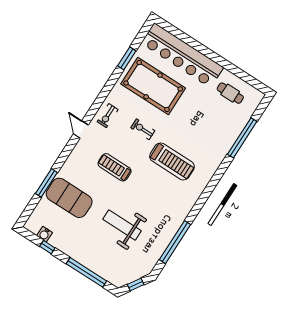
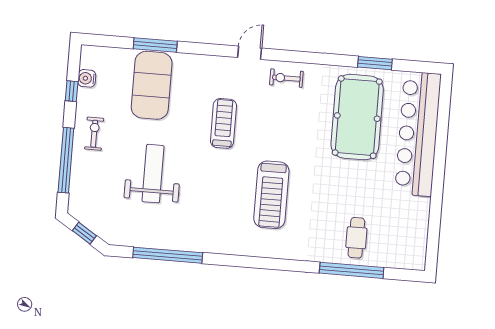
cafe table: (230, 93) -> (356, 238), moved
exercise bike: (143, 129) -> (94, 134), moved

